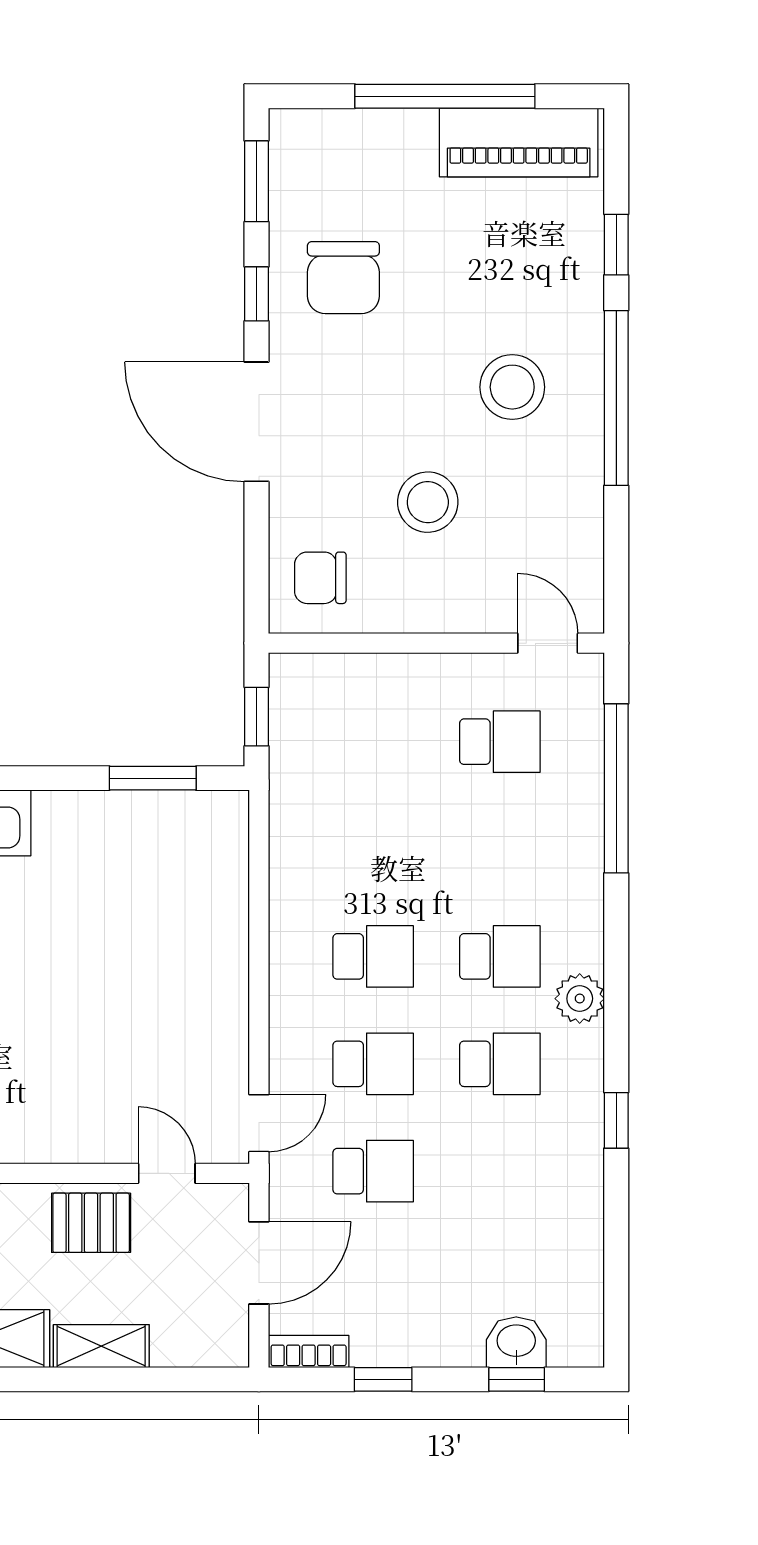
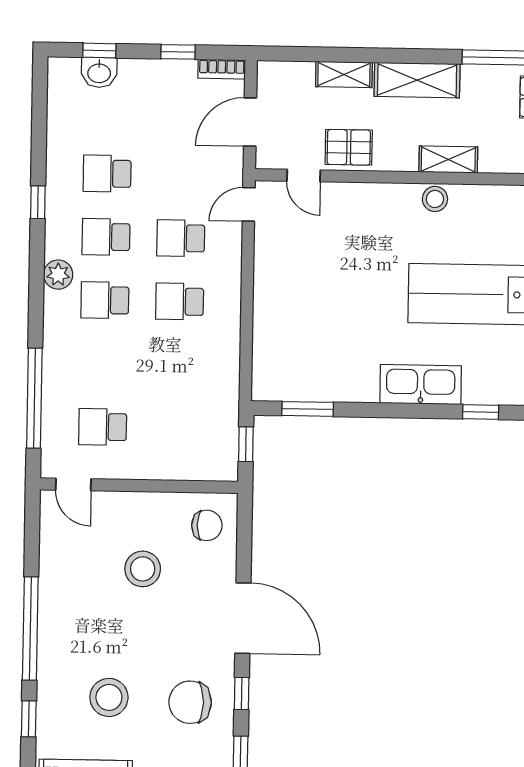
chair: (343, 278) -> (190, 702), turned -90
stool: (512, 387) -> (109, 697), moved
school desk: (373, 1171) -> (107, 174), moved

